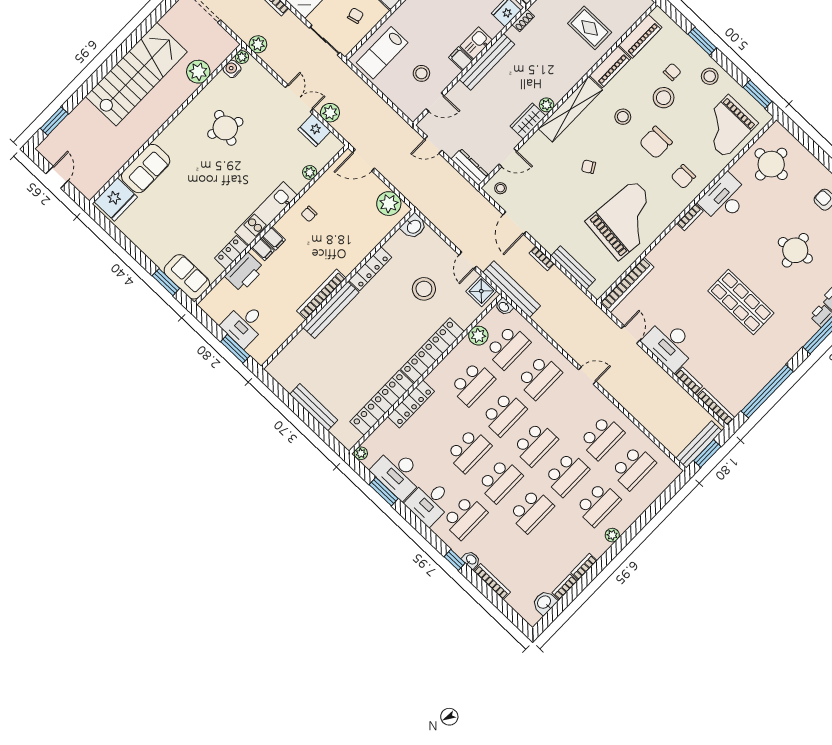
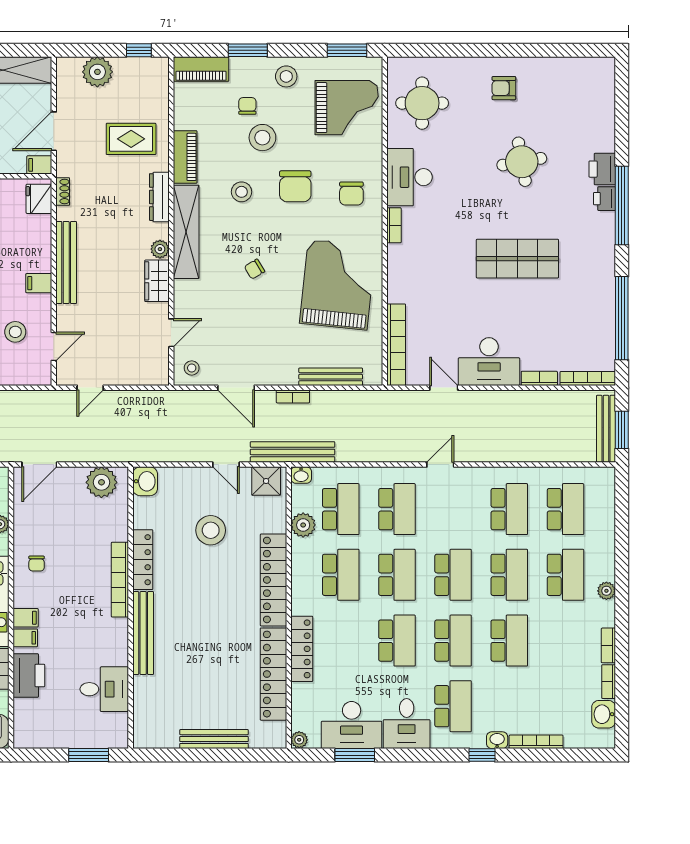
piano: (640, 36) -> (201, 69), moved, turned 90
kitchen sink: (476, 43) -> (39, 254), removed
grand piano: (727, 126) -> (347, 108), turned -90
dresser: (470, 167) -> (159, 197), moved, turned -90
bookcase: (321, 294) -> (120, 580), moved
desk: (244, 324) -> (104, 689), moved, turned -90

